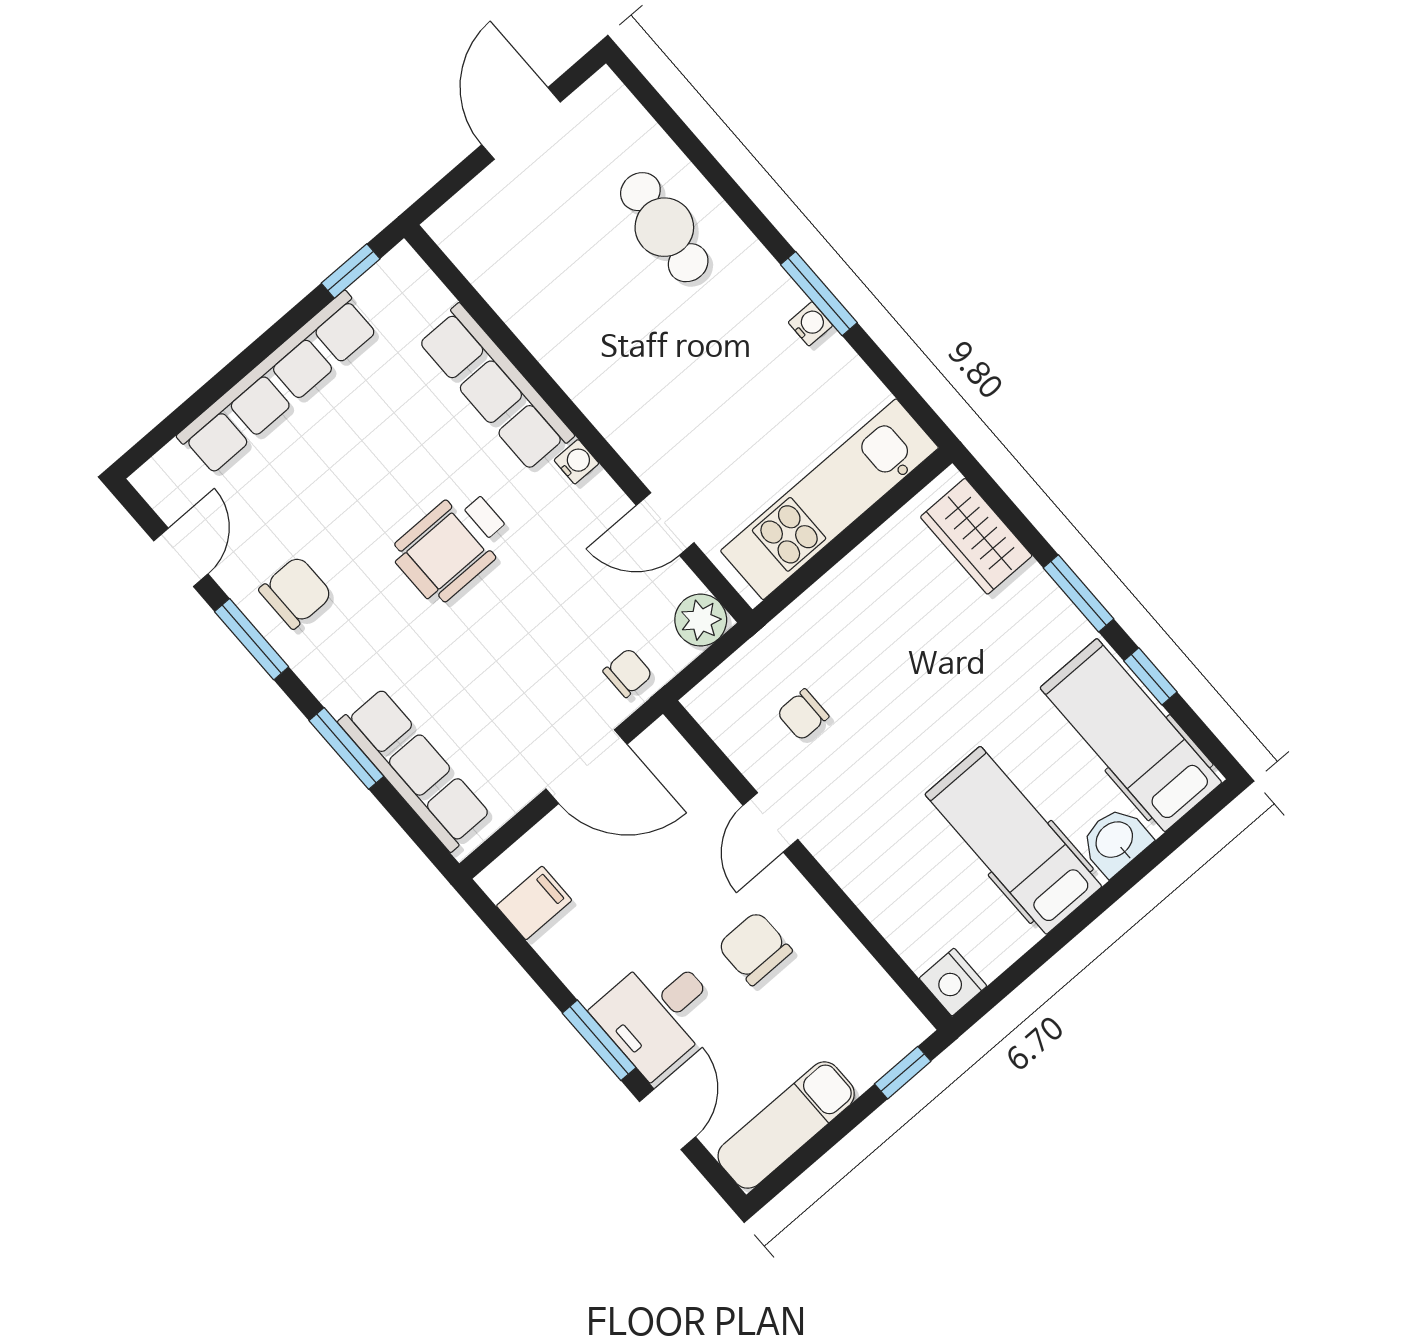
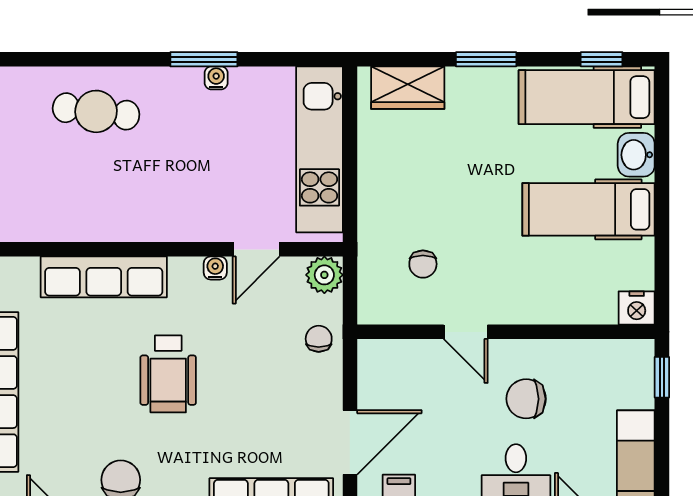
water cooler: (576, 462) -> (215, 268), moved
window: (1150, 676) -> (602, 59), moved
door: (586, 767) -> (350, 442), moved

